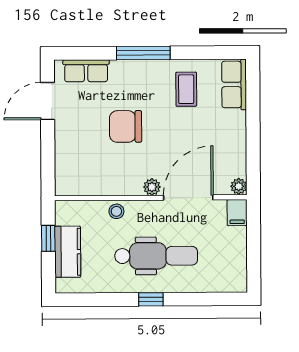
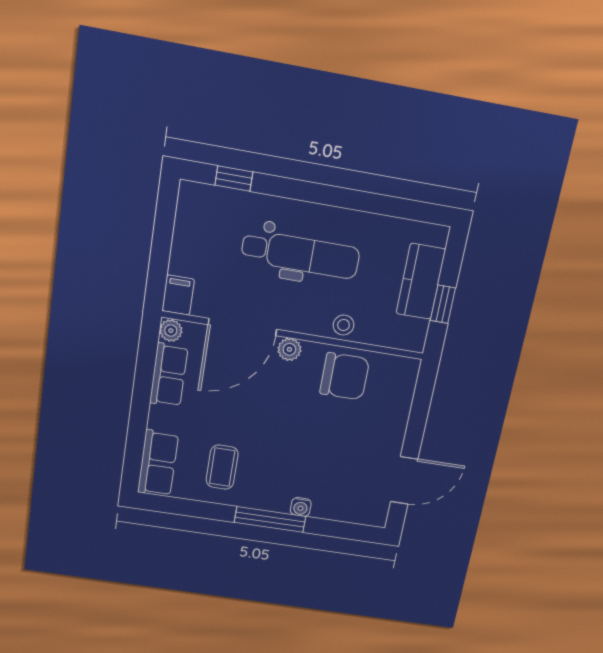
water cooler: (122, 67) -> (301, 507), added
row of seats: (86, 71) -> (169, 375), moved, turned 90
chair: (126, 126) -> (345, 376), moved
dental chair: (156, 256) -> (301, 254), turned 180
window: (151, 299) -> (234, 178), moved

